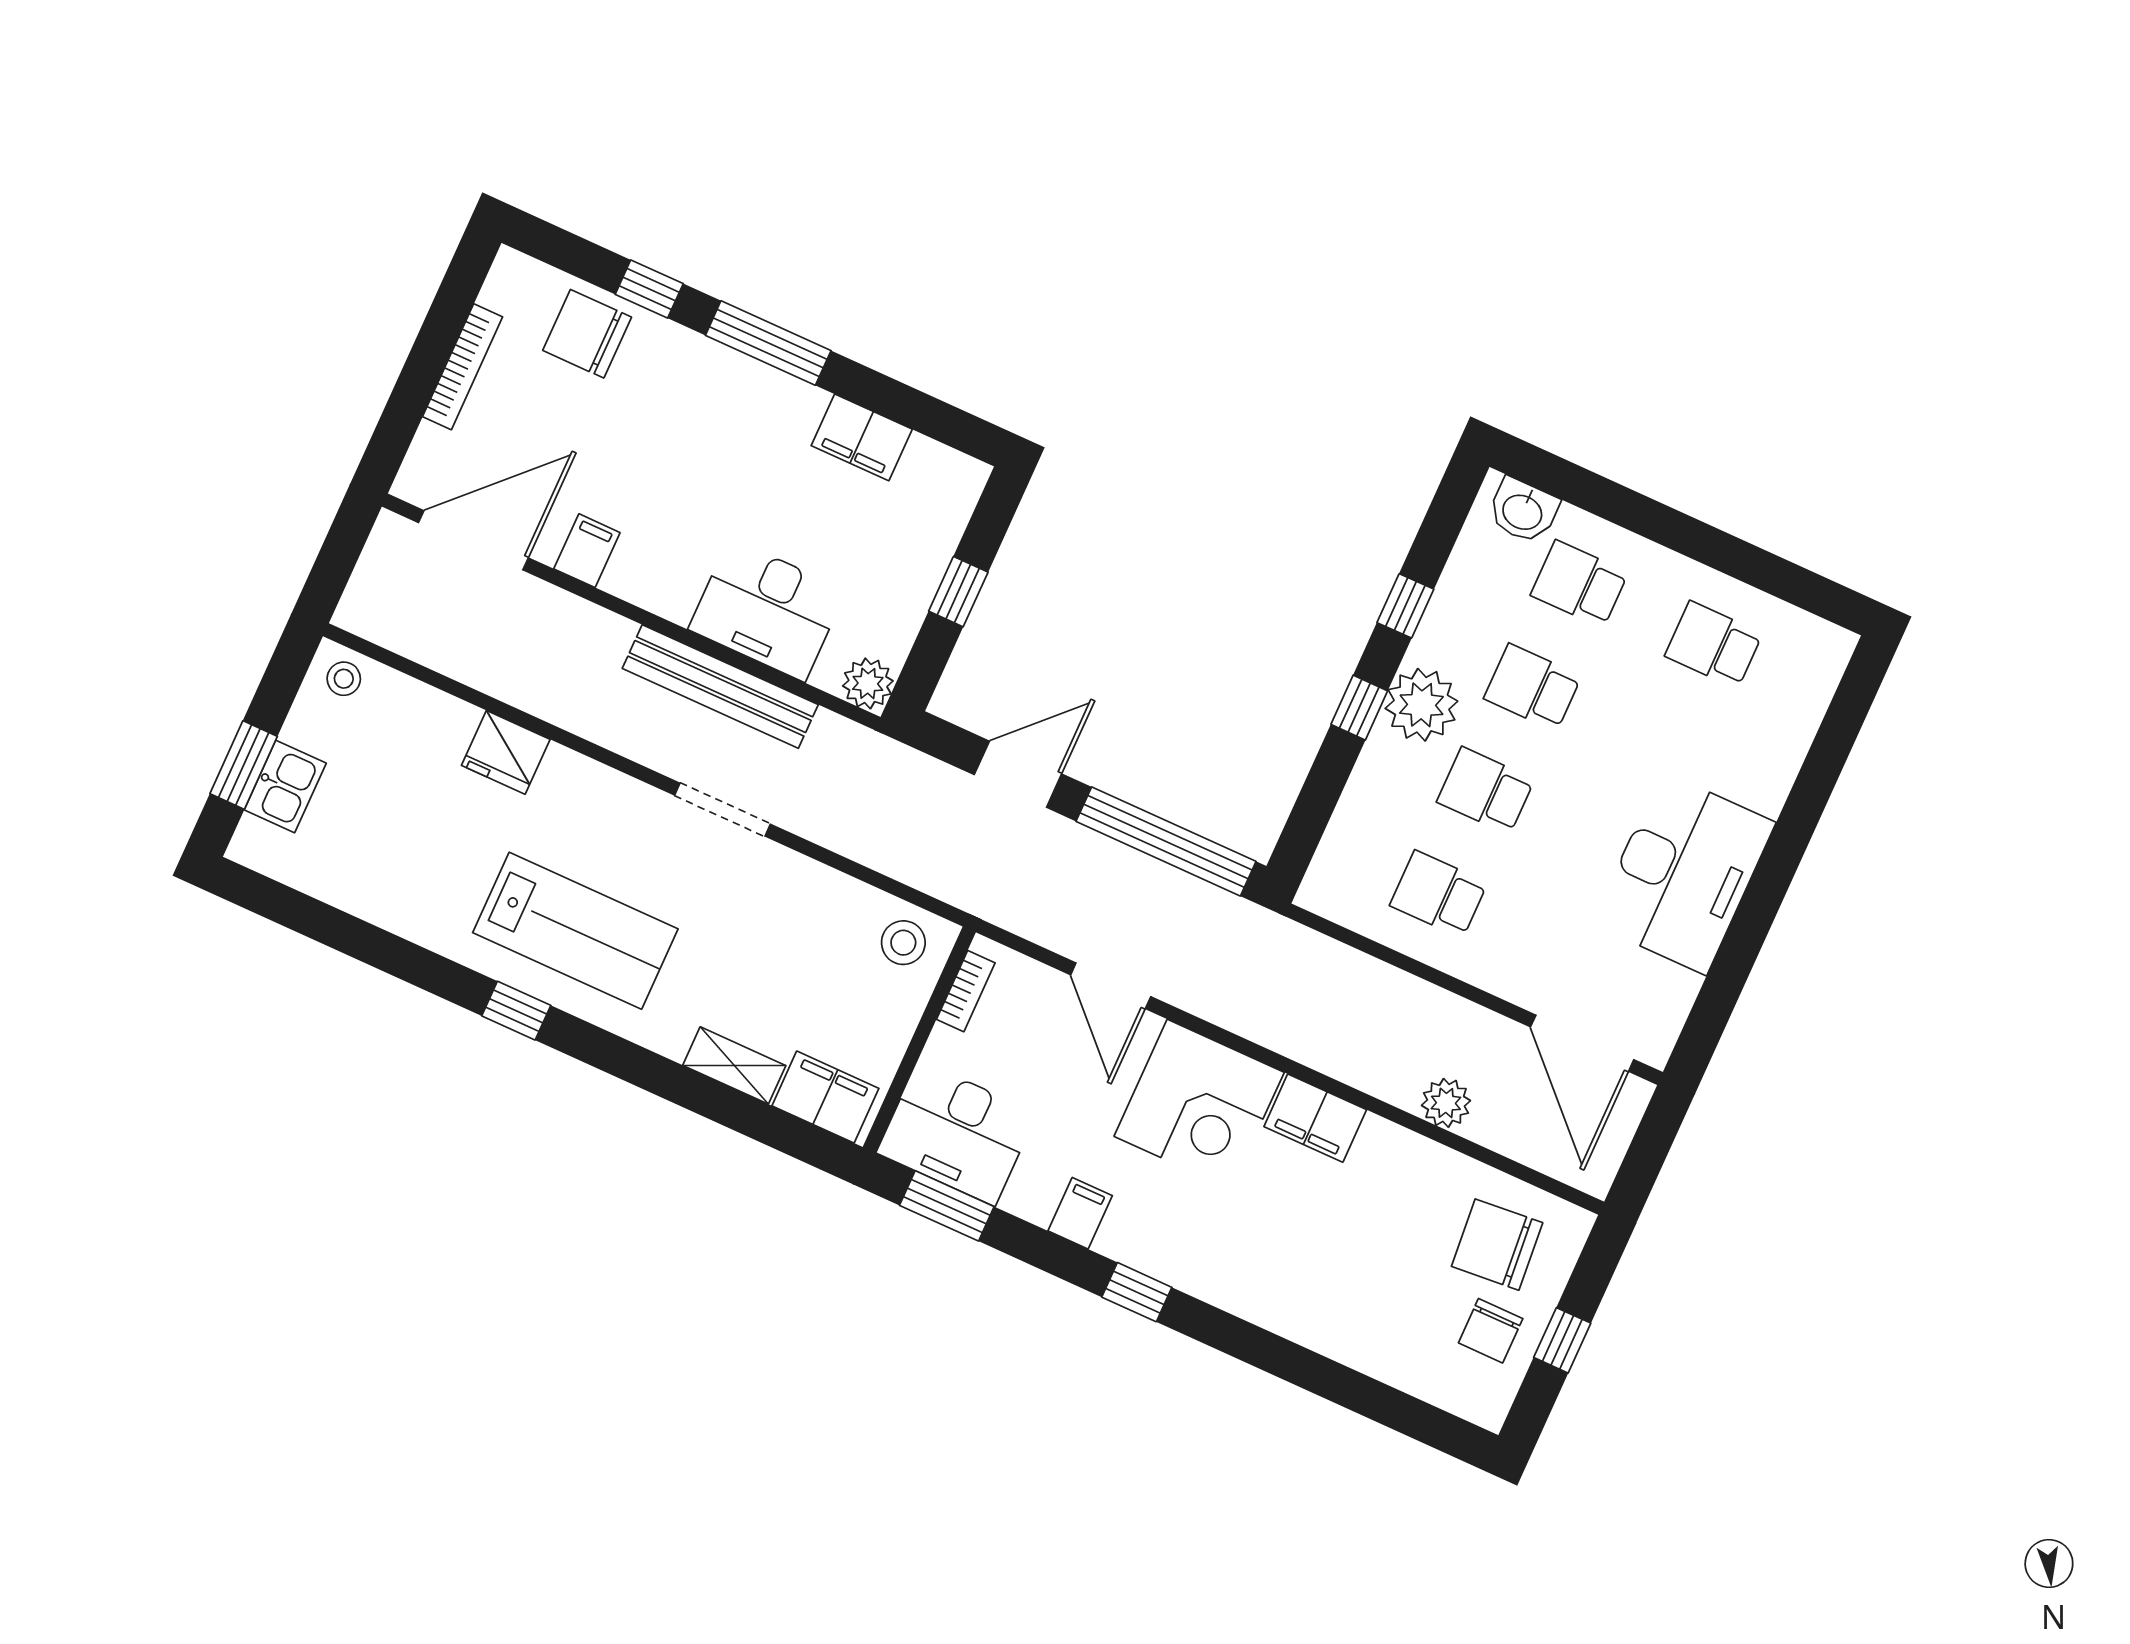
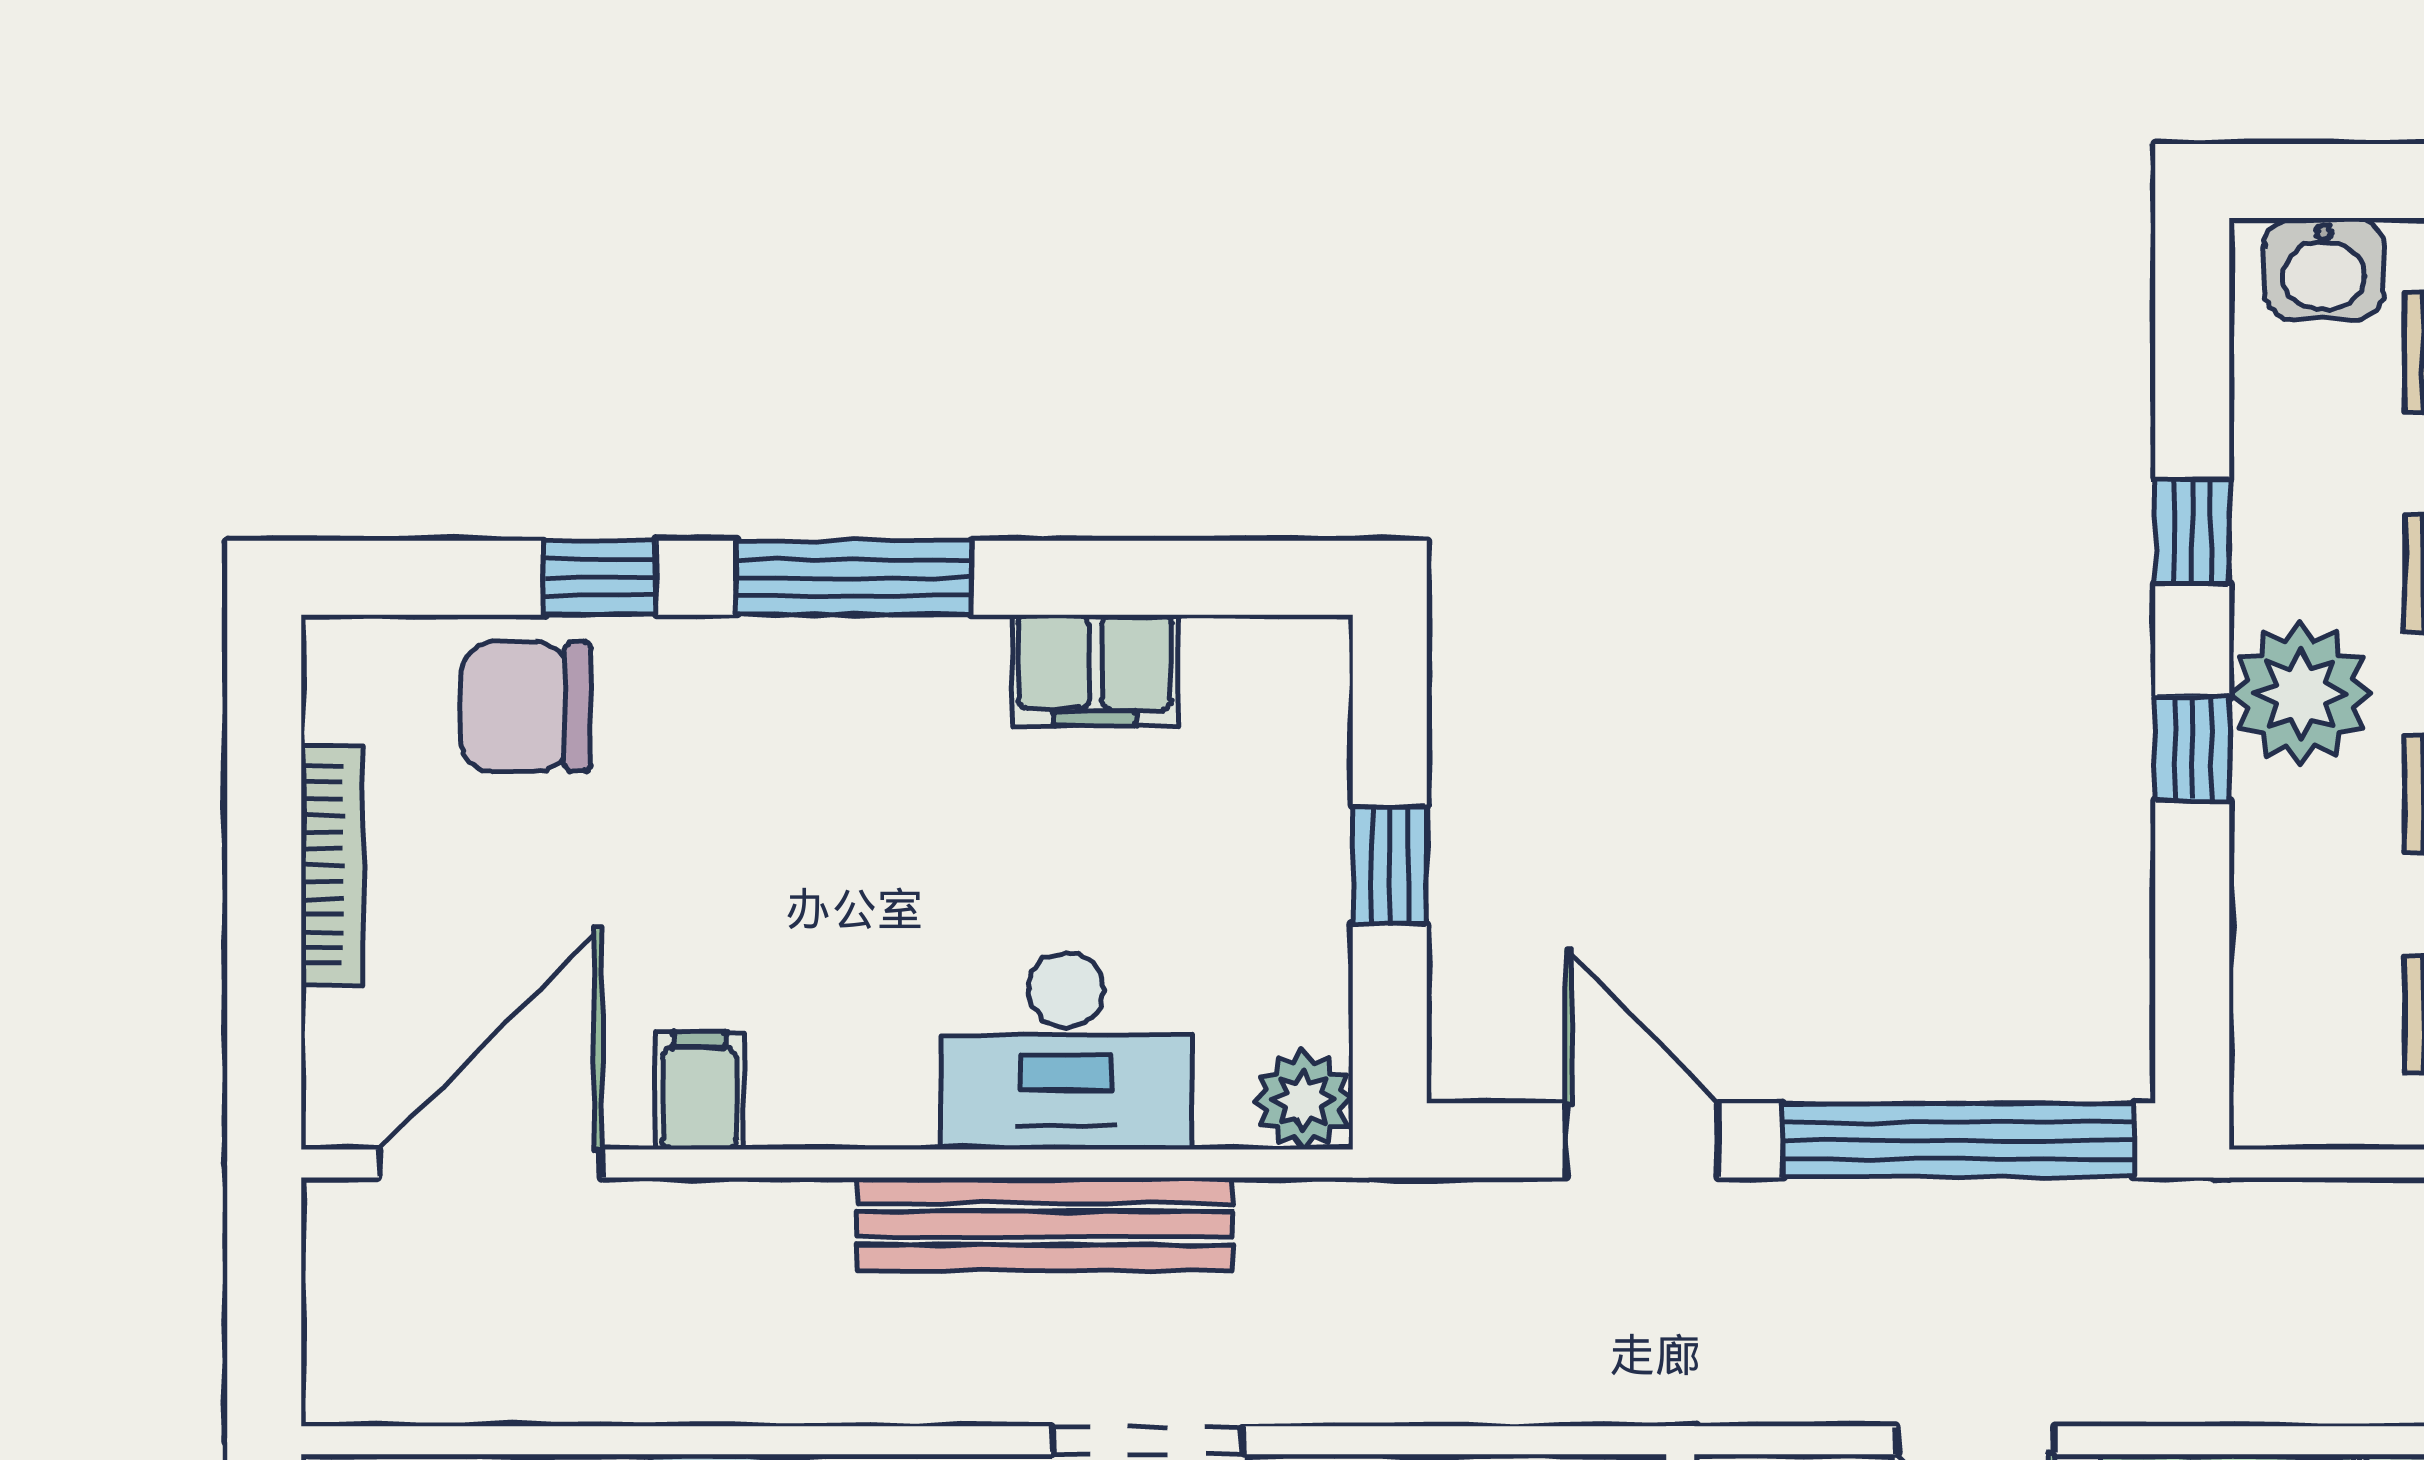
door: (1018, 774) -> (1642, 1140), hinge flipped

